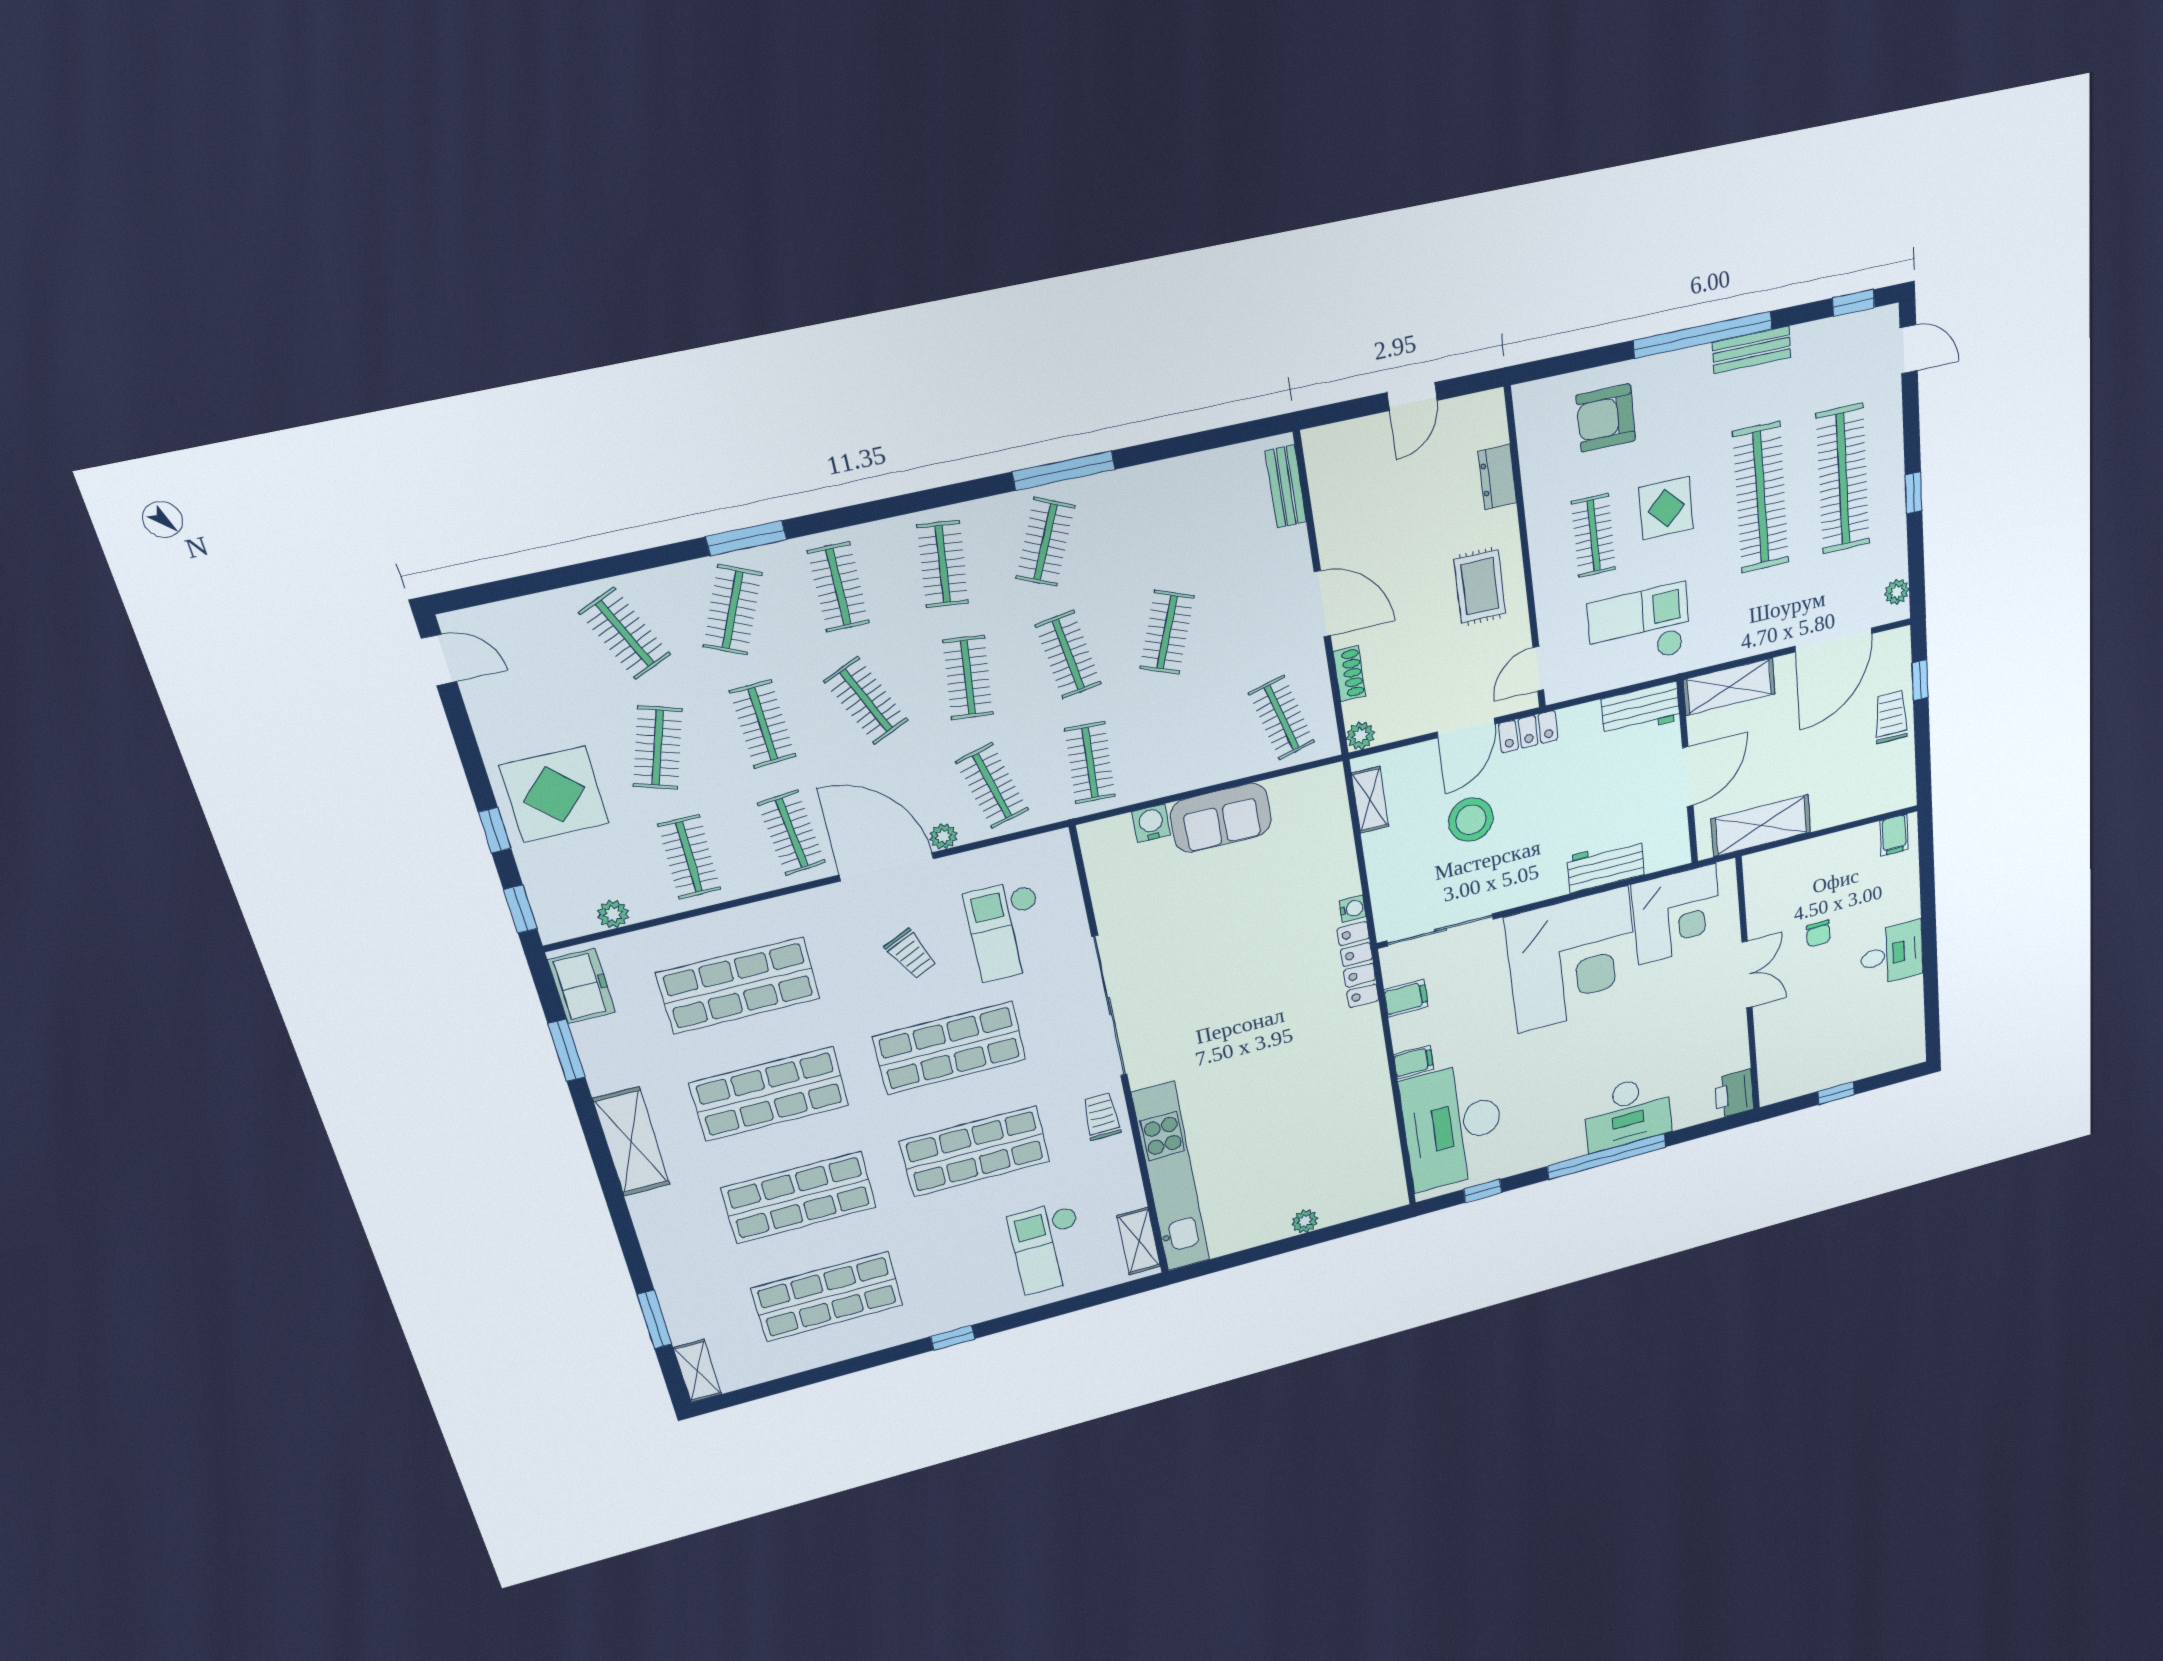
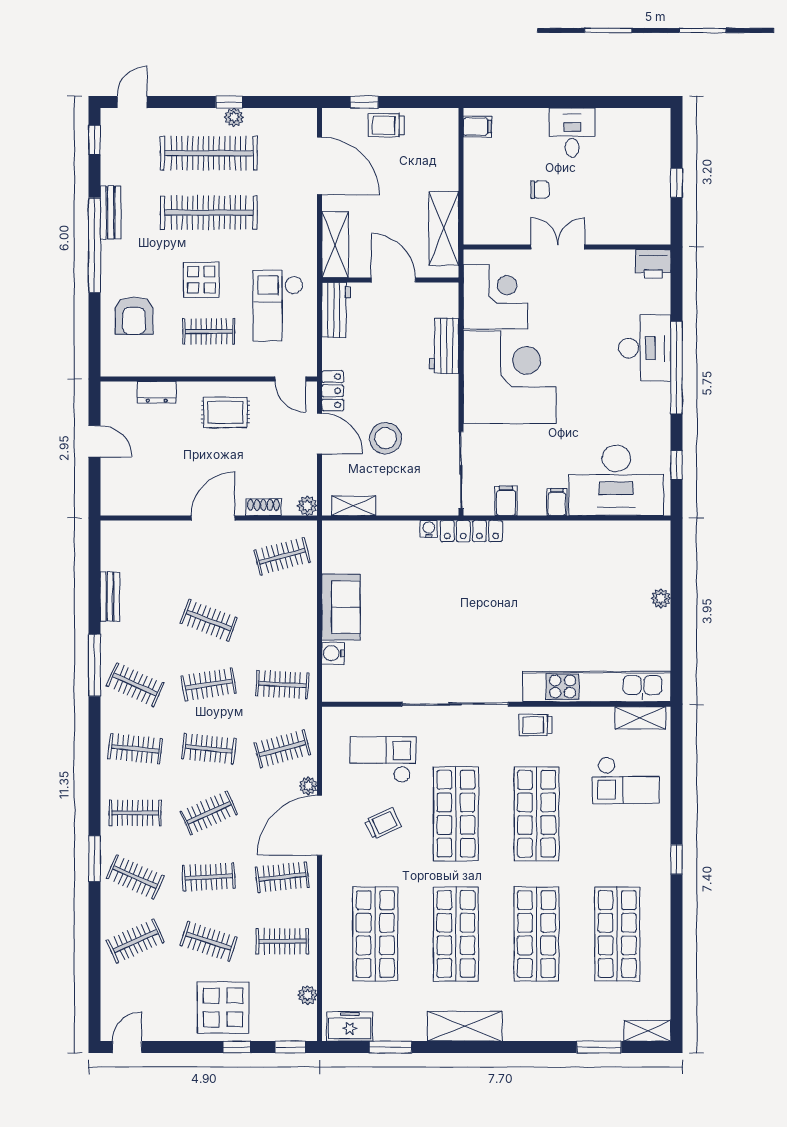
bench: (1286, 486) -> (110, 597), moved, turned 90
plant: (1897, 592) -> (234, 117), moved
checkout: (1007, 930) -> (383, 760), turned 180

